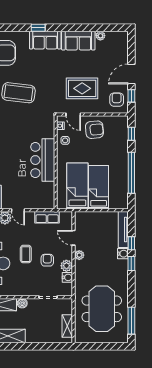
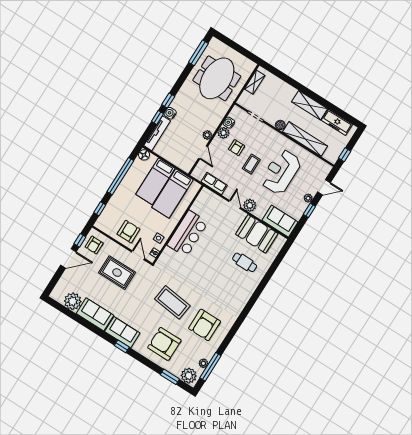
plant: (100, 36) -> (73, 301), width x1.87, depth x1.87
armchair: (94, 130) -> (128, 232), turned 95
floor lamp: (123, 204) -> (144, 155), added

